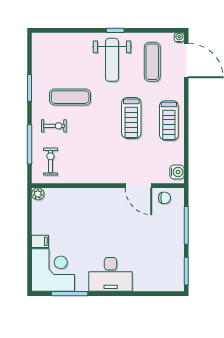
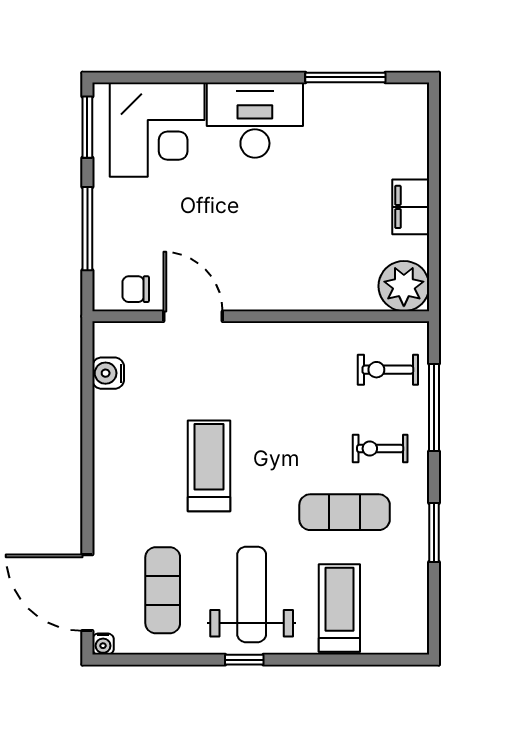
treadmill: (169, 120) -> (339, 608), moved
exercise bike: (50, 161) -> (388, 370), turned 90
water cooler: (177, 172) -> (108, 373), moved
plant: (38, 194) -> (404, 286), width x1.87, depth x1.87
filing cabinet: (40, 241) -> (411, 207), width x2.00
corner desk: (53, 270) -> (157, 130), moved, turned -90

